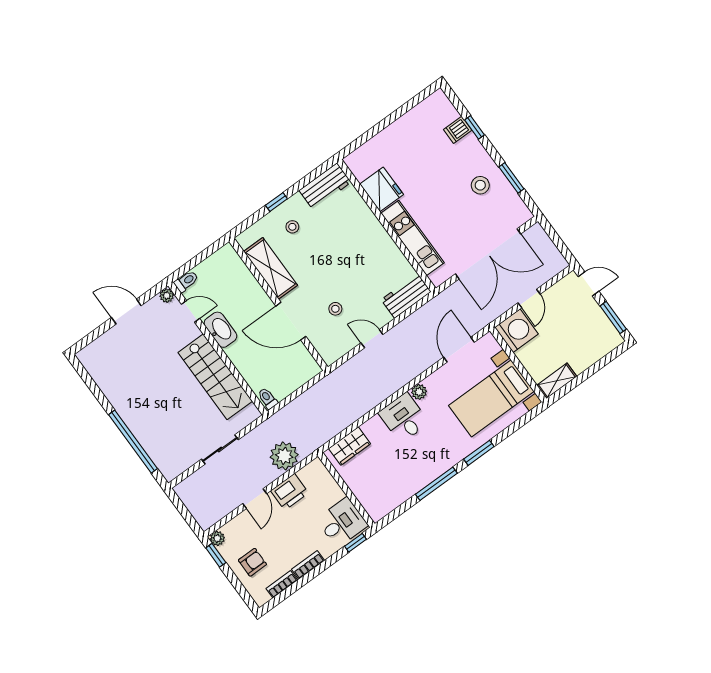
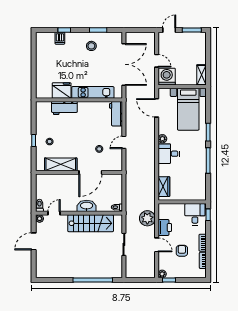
workbench: (325, 186) -> (64, 108), moved, turned 90
washbasin: (220, 330) -> (87, 206), moved
armchair: (252, 562) -> (182, 251), moved

